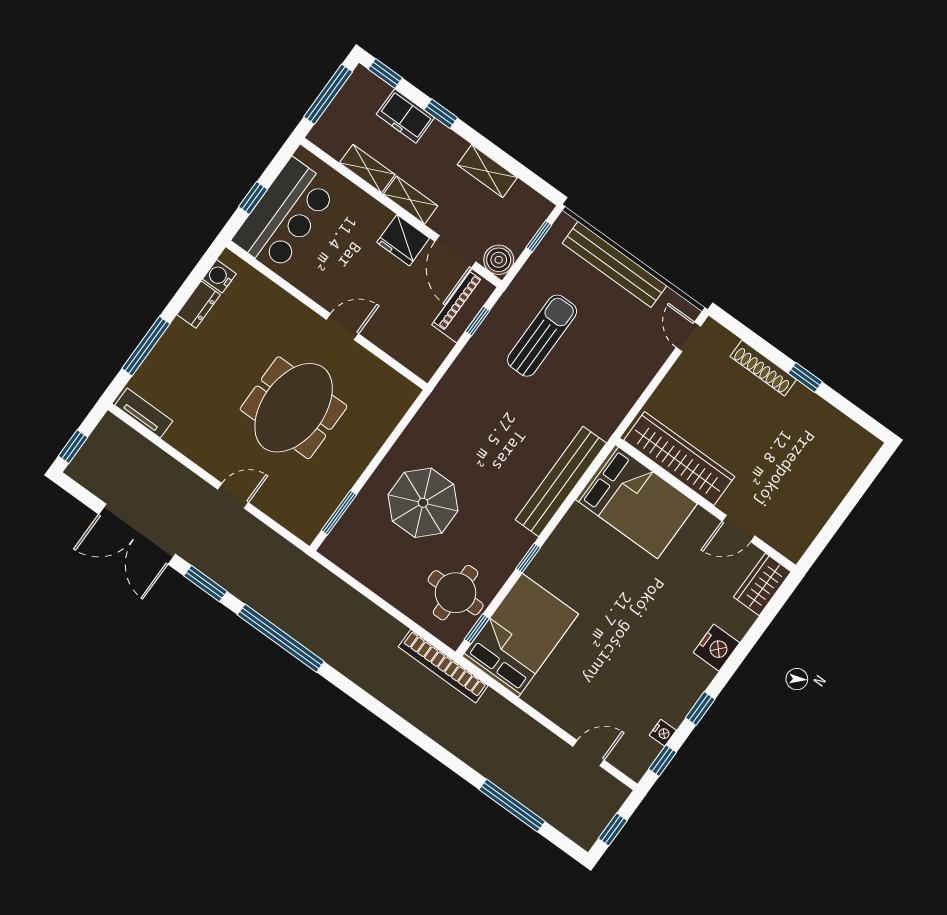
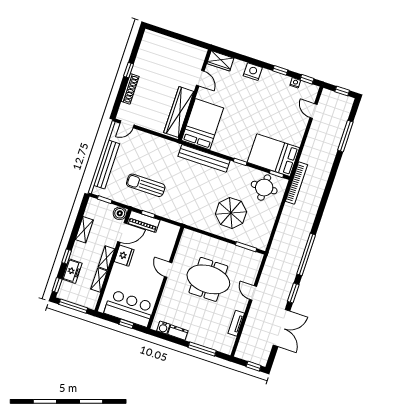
tv unit: (144, 413) -> (236, 323), moved

